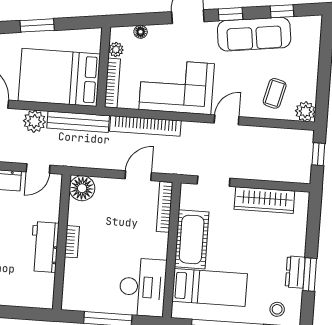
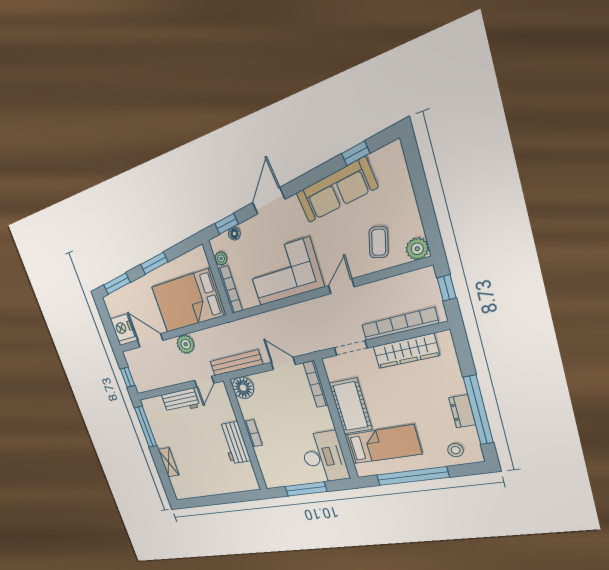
window: (230, 14) -> (227, 224), moved
bench: (78, 122) -> (236, 363), moved
bookcase: (145, 126) -> (399, 324), moved, turned 180
door: (138, 176) -> (283, 363), hinge flipped
window: (310, 274) -> (478, 410), width x2.11

